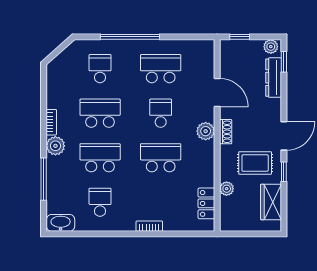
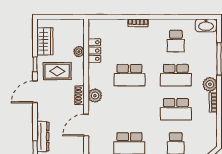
door: (217, 93) -> (86, 125), hinge flipped
school desk: (161, 113) -> (129, 109), removed
locker: (206, 203) -> (94, 51), moved

